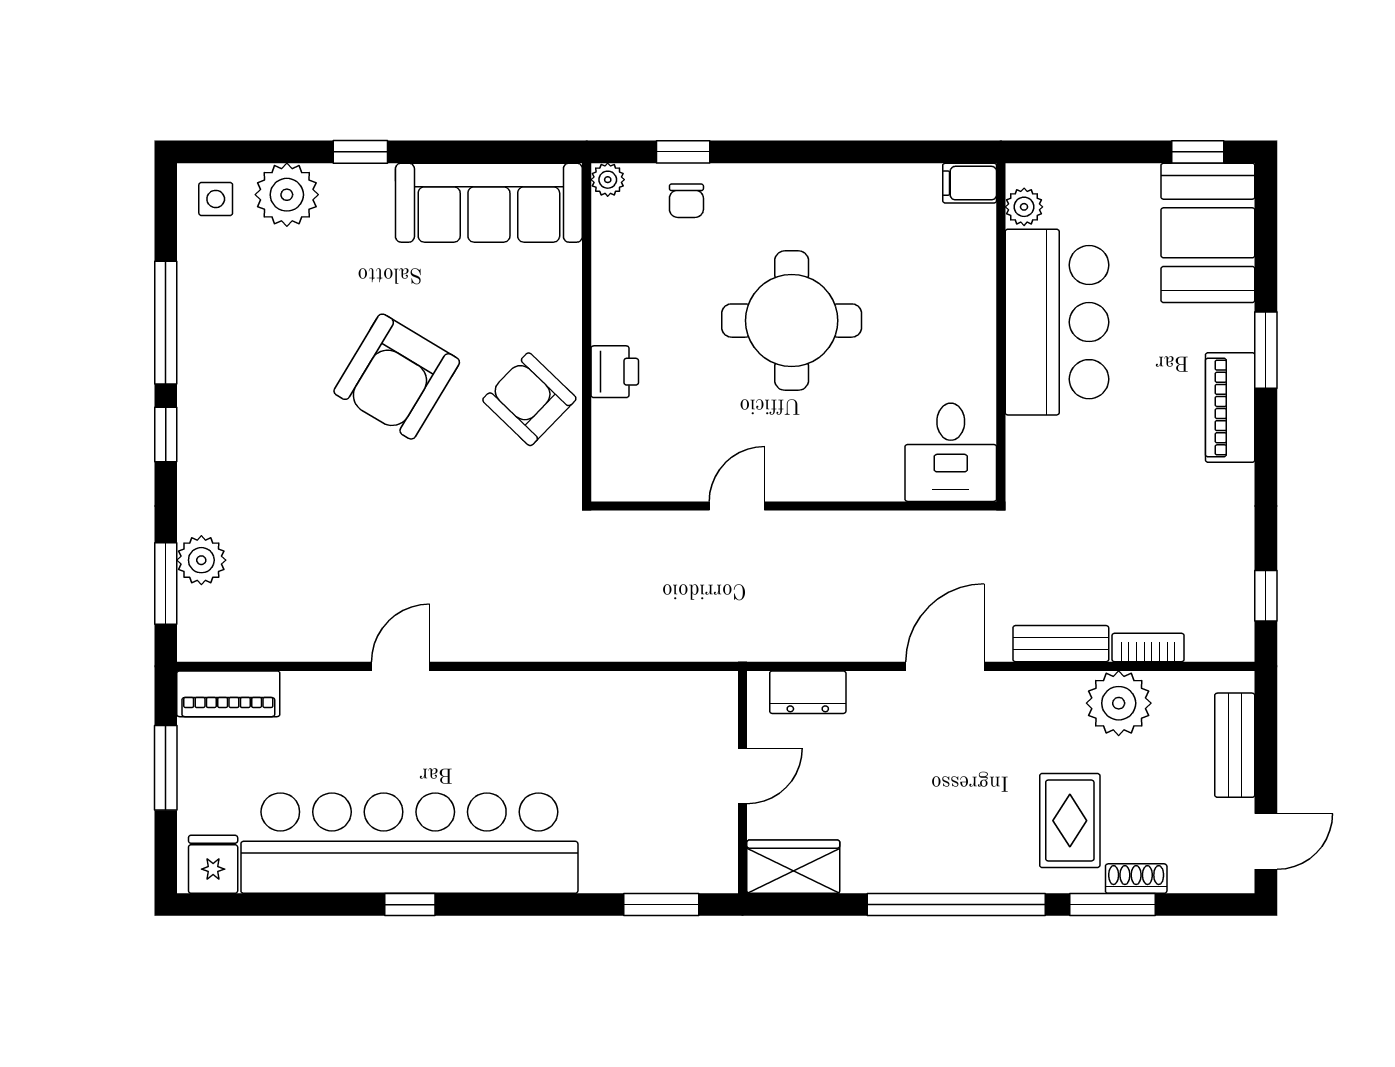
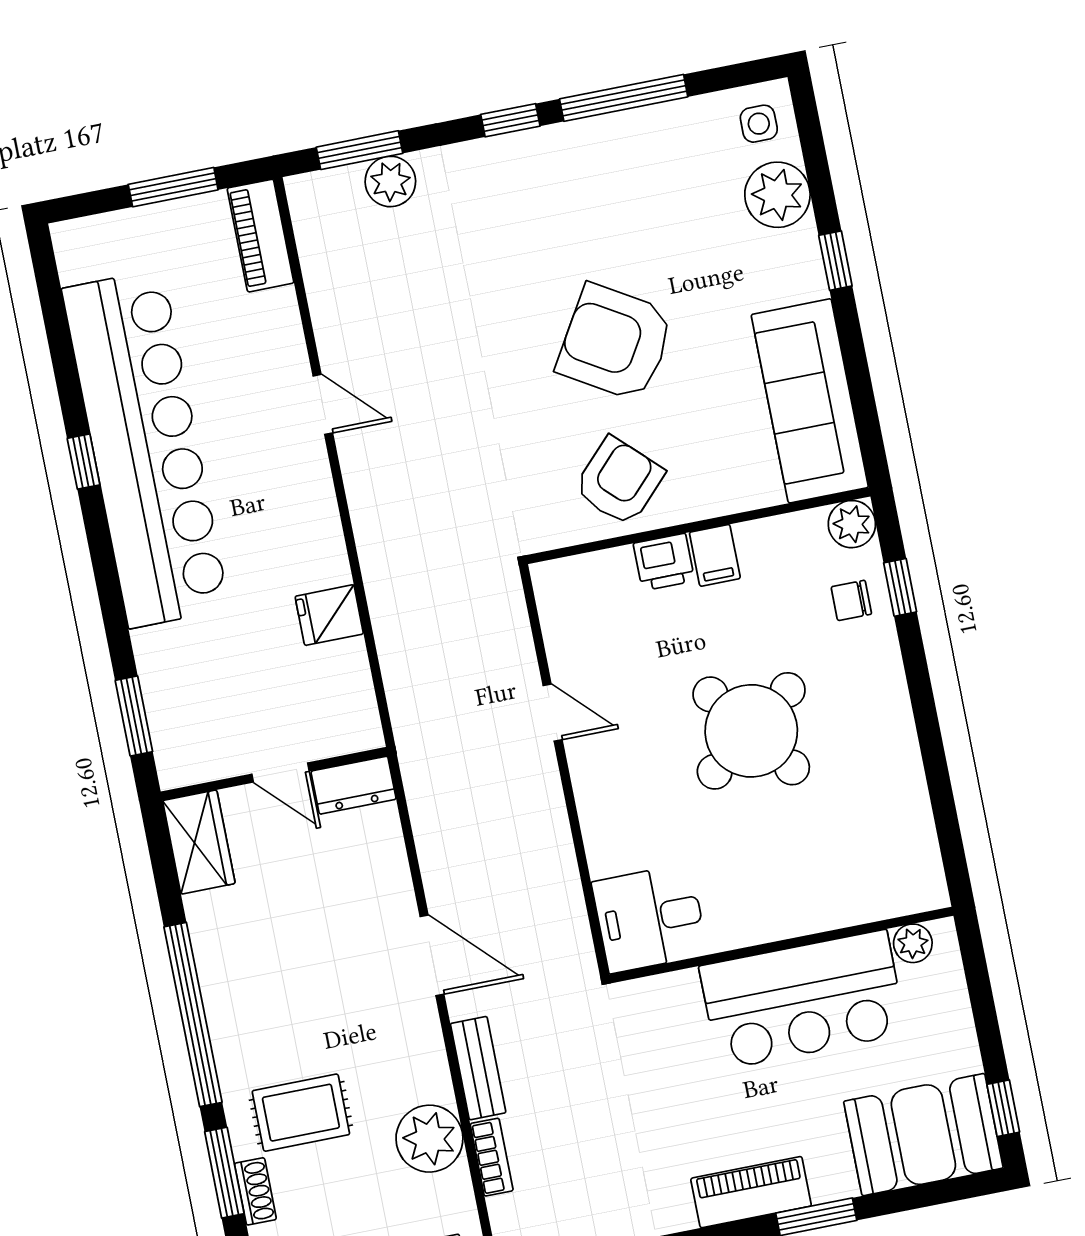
plant: (608, 180) -> (852, 524), width x1.38, depth x1.38
filing cabinet: (970, 183) -> (715, 555), moved, turned 180
round table: (792, 321) -> (751, 731), turned -37
dresser: (808, 692) -> (354, 785), moved, turned -90
fridge: (213, 864) -> (329, 615), moved, turned 180

